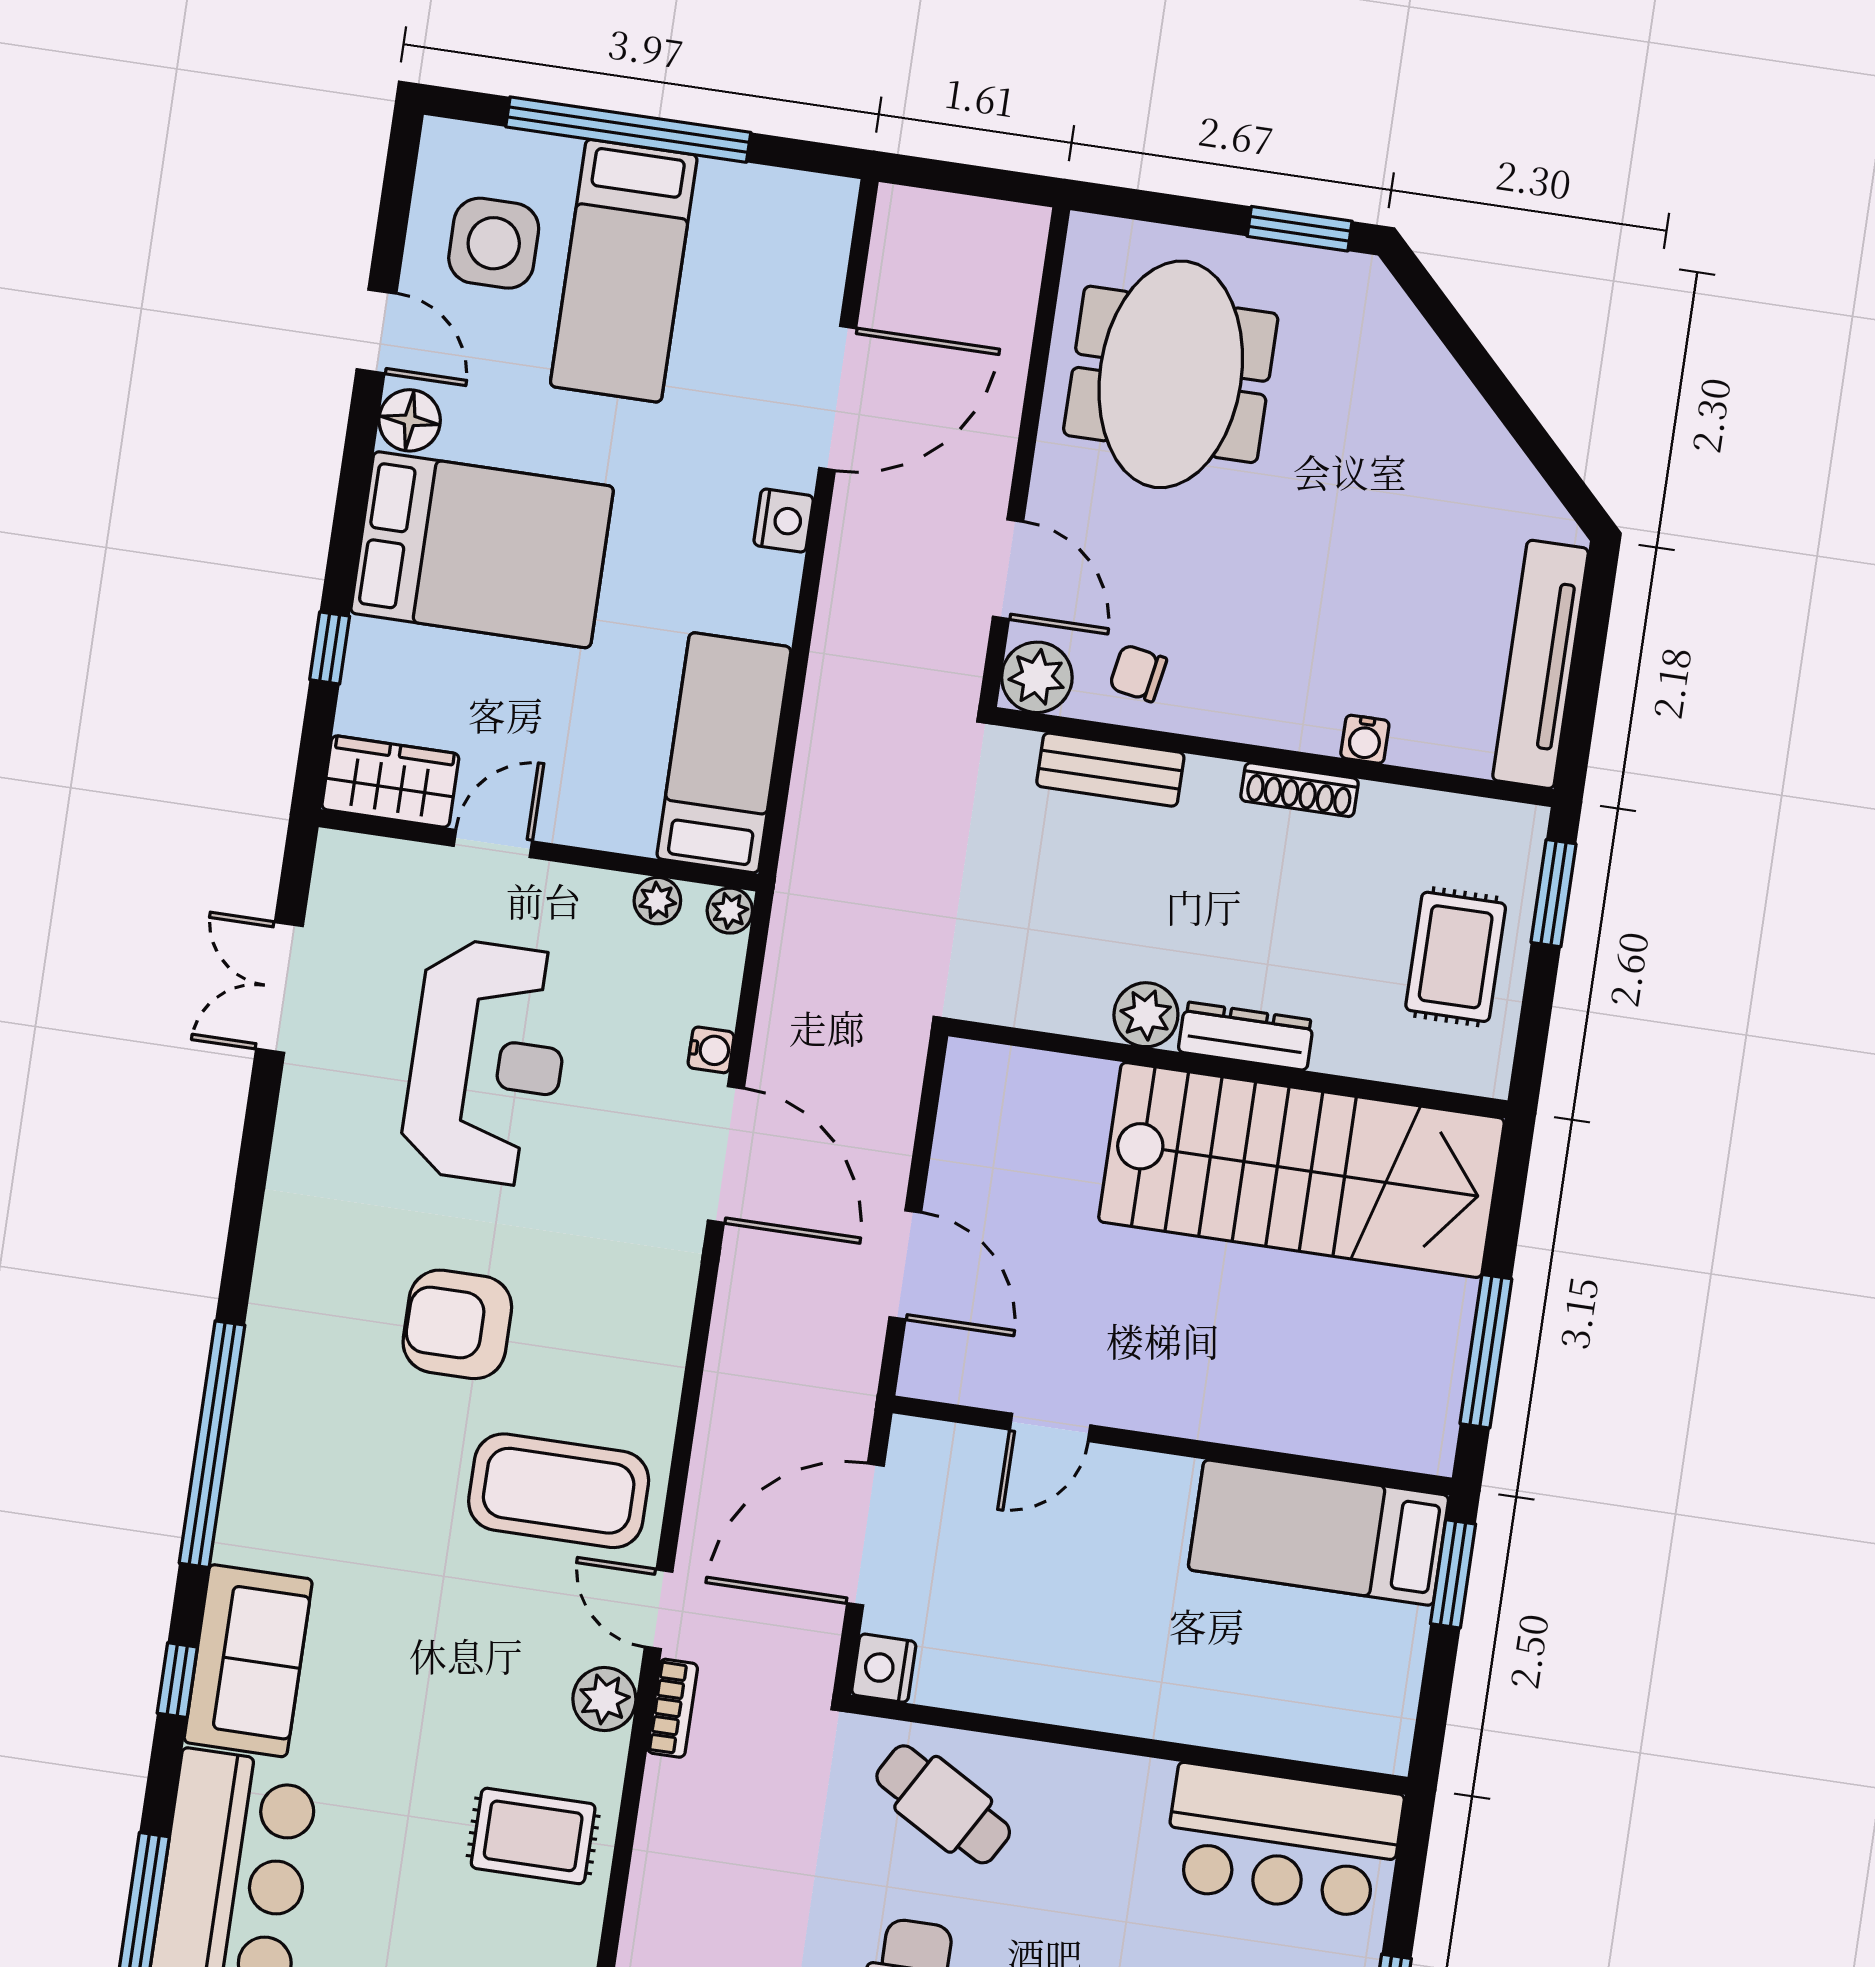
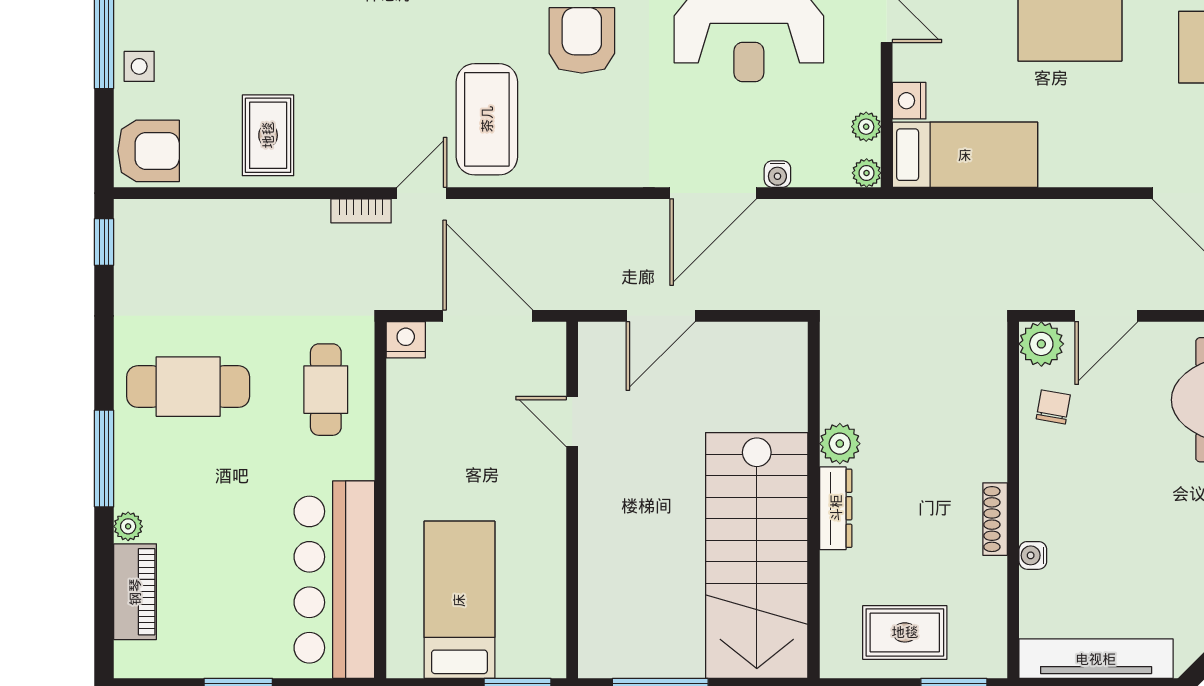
nightstand: (784, 521) -> (909, 101), moved, turned 90
bench: (1110, 770) -> (990, 399), removed
bed: (1318, 1533) -> (459, 600), moved
plant: (604, 1699) -> (360, 167), removed
cafe table: (943, 1804) -> (326, 390), turned -30
bar counter: (1283, 1841) -> (334, 580), width x1.36

